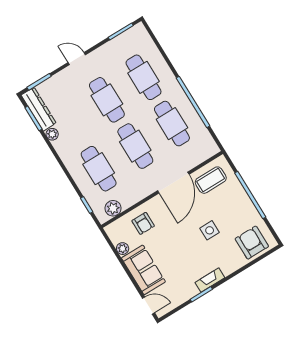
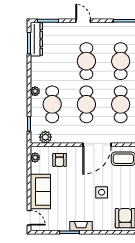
plant: (52, 134) -> (35, 91), moved
plant: (123, 249) -> (35, 157), moved

